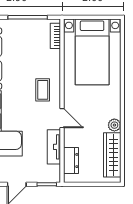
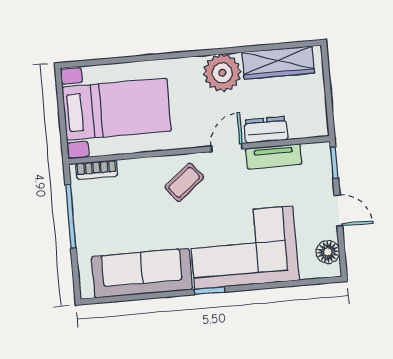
coffee table: (43, 90) -> (184, 182), turned -39
plant: (114, 125) -> (222, 73), width x1.88, depth x1.88
dresser: (71, 161) -> (266, 130), moved

